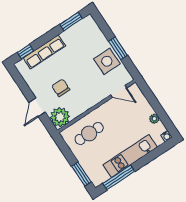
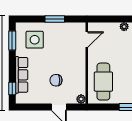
side table: (107, 61) -> (35, 40), moved
plant: (60, 117) -> (81, 99), width x0.53, depth x0.53
cafe table: (89, 134) -> (103, 82), width x1.37, depth x1.35

